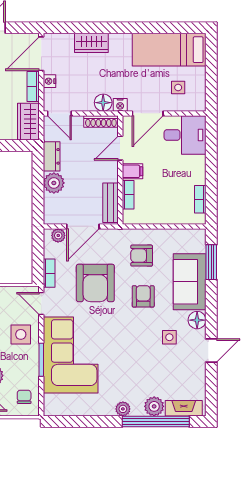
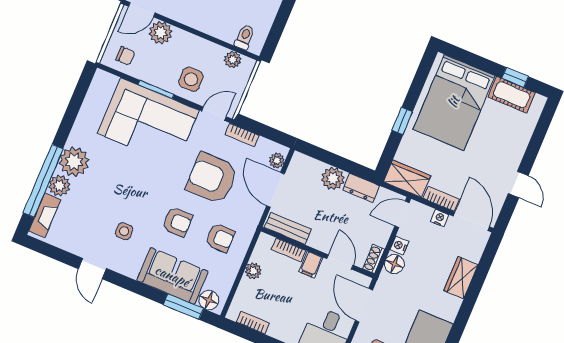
nightstand: (120, 105) -> (399, 246), moved
shoe rack: (101, 121) -> (374, 259), width x0.70
plant: (158, 217) -> (253, 271), added
armchair: (142, 256) -> (220, 238), turned 90
floor lamp: (197, 320) -> (209, 300), moved
plant: (123, 409) -> (74, 162), width x1.87, depth x1.87

